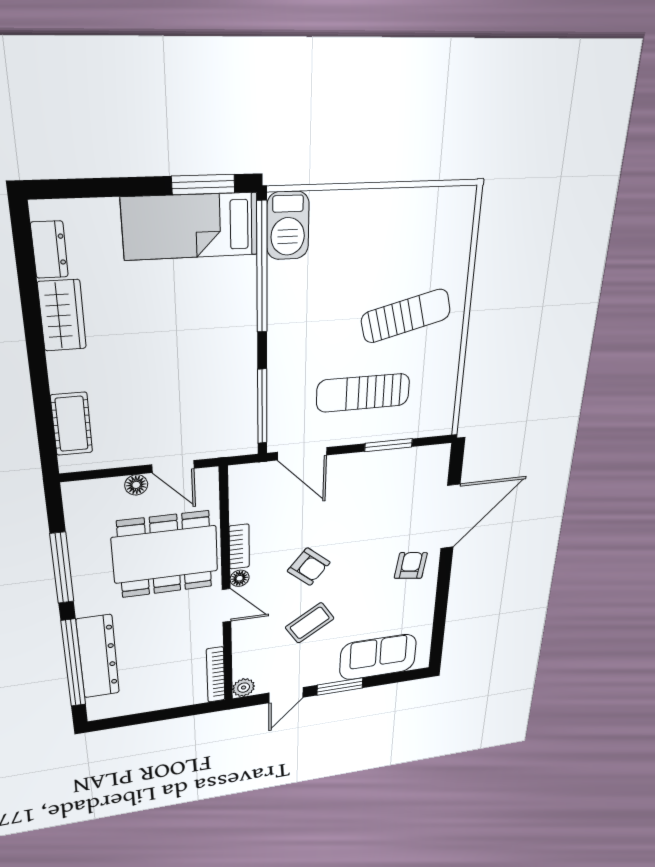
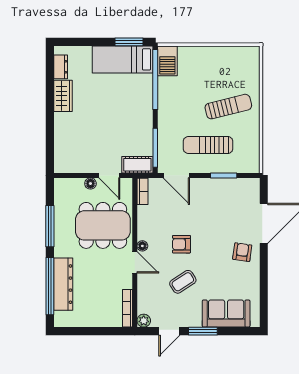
cot: (72, 424) -> (137, 165), moved, turned 90
bookcase: (239, 547) -> (142, 191), moved
armchair: (309, 567) -> (181, 244), turned 140

